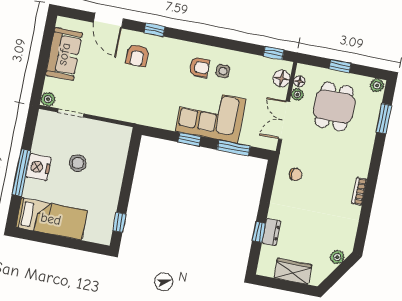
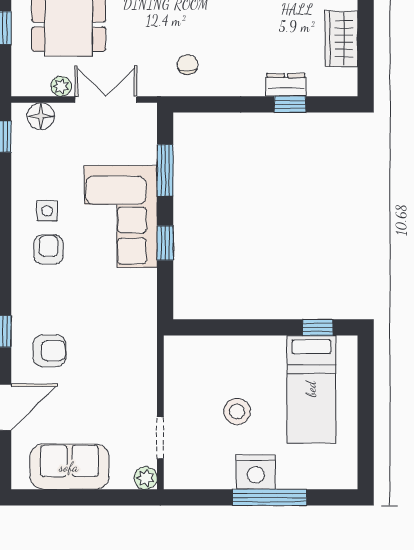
floor lamp: (299, 81) -> (40, 87), removed
double door: (284, 120) -> (106, 100), swing flipped
bed: (51, 219) -> (311, 389), moved, turned 180

